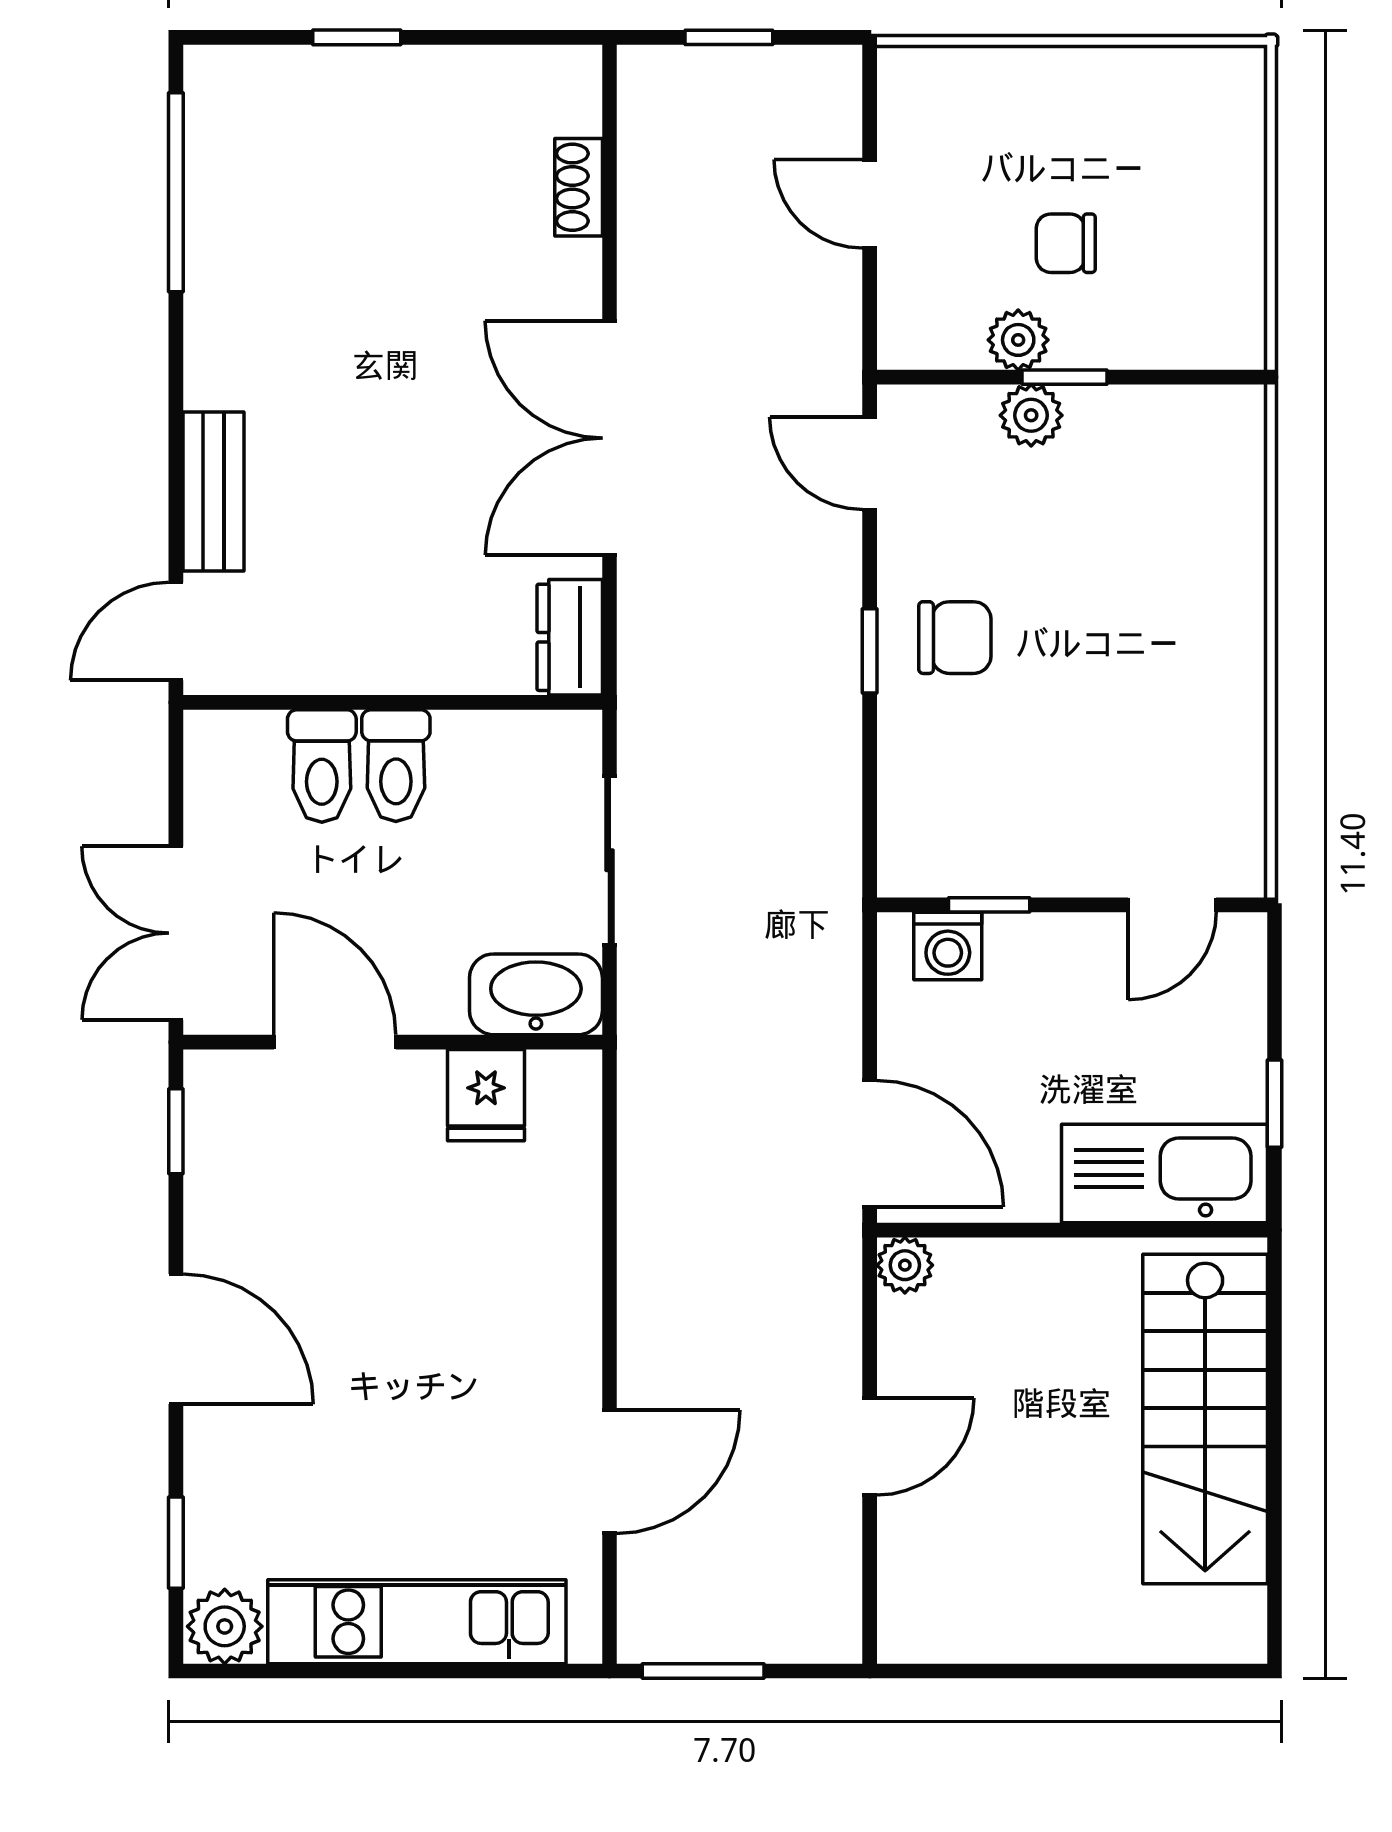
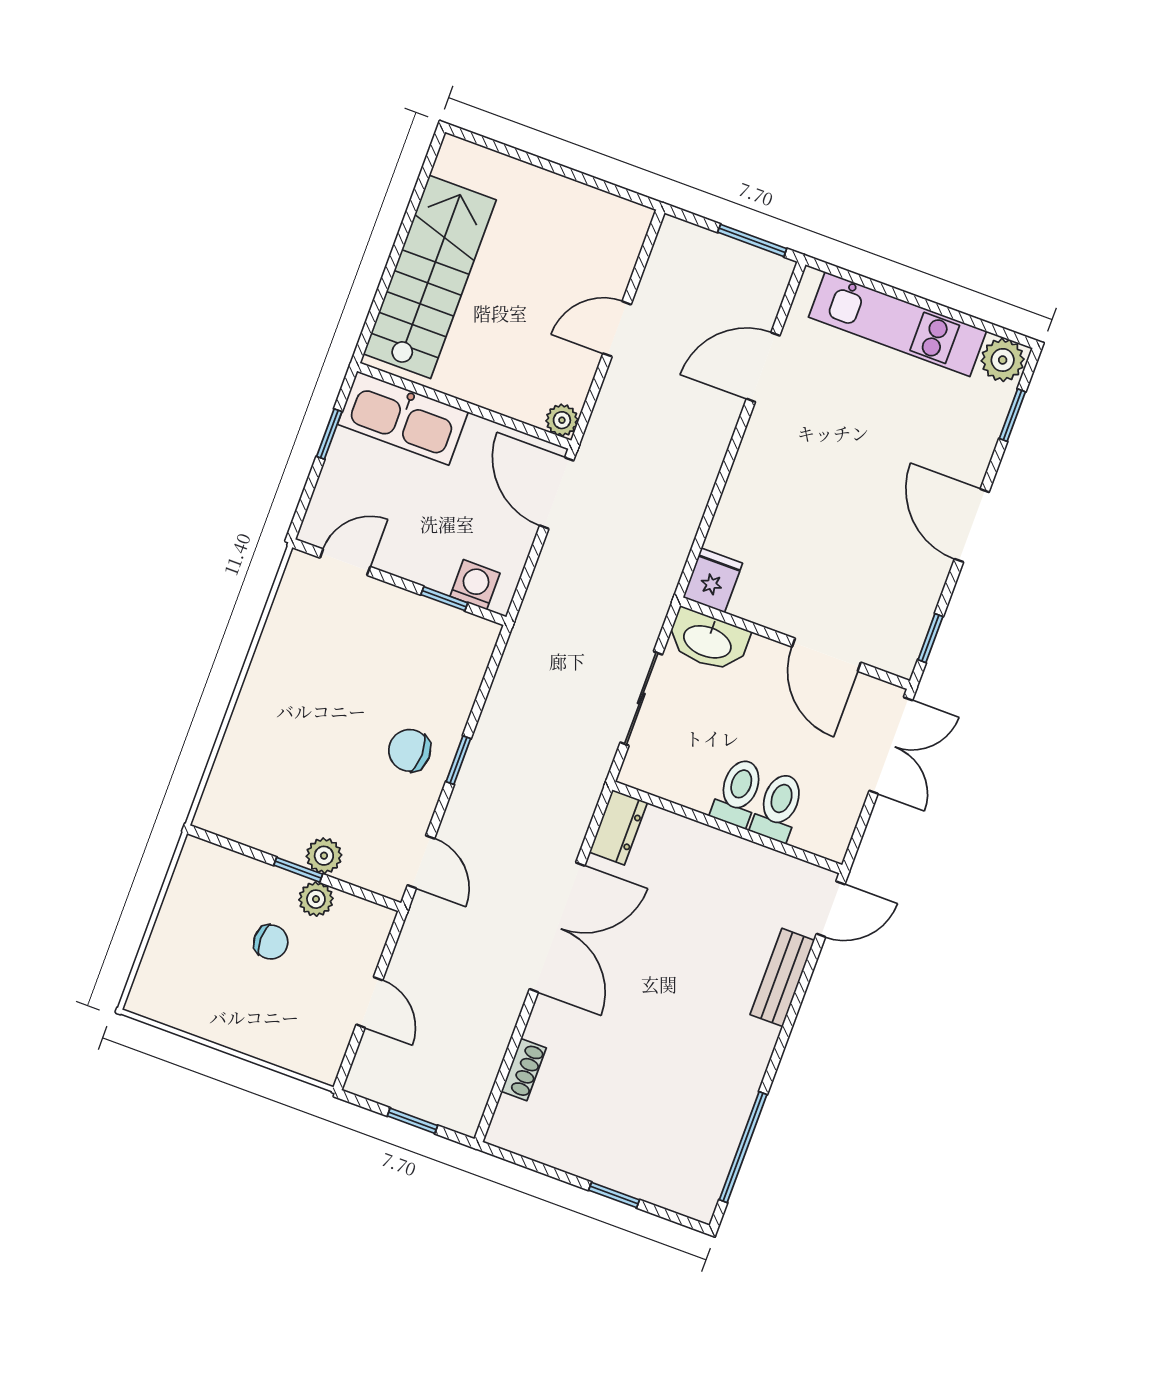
fridge: (486, 1095) -> (713, 580), moved

